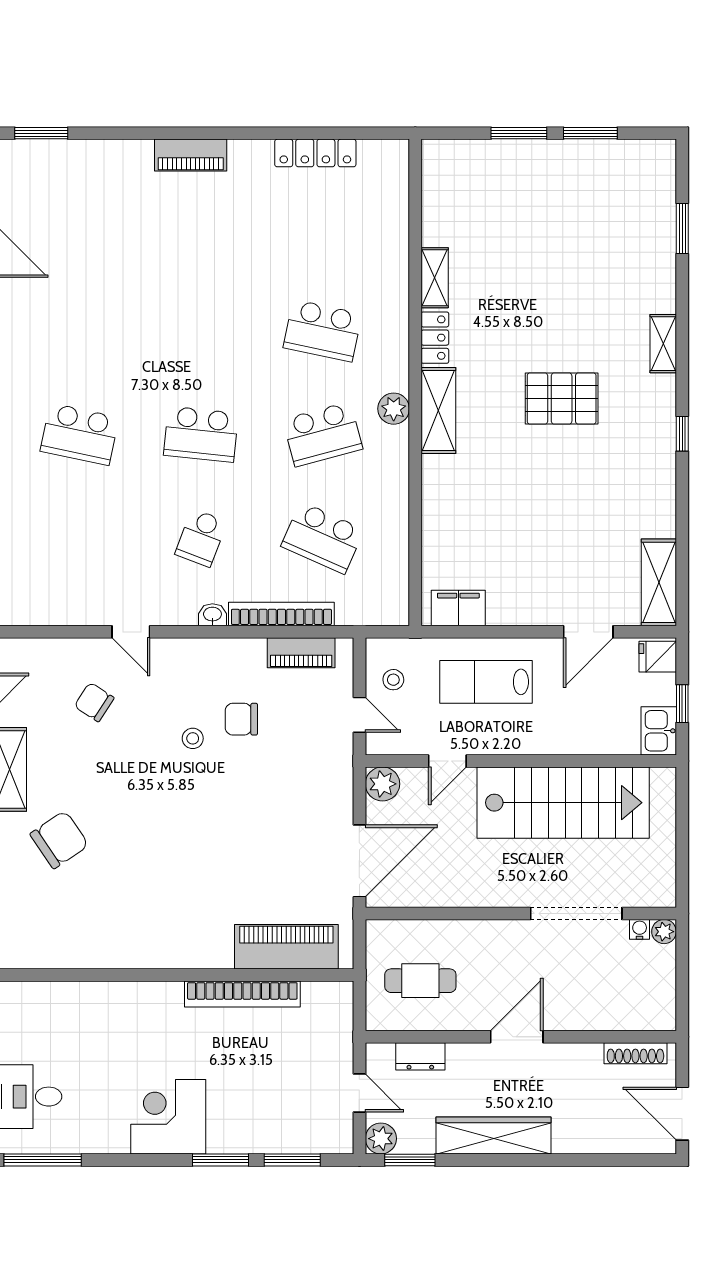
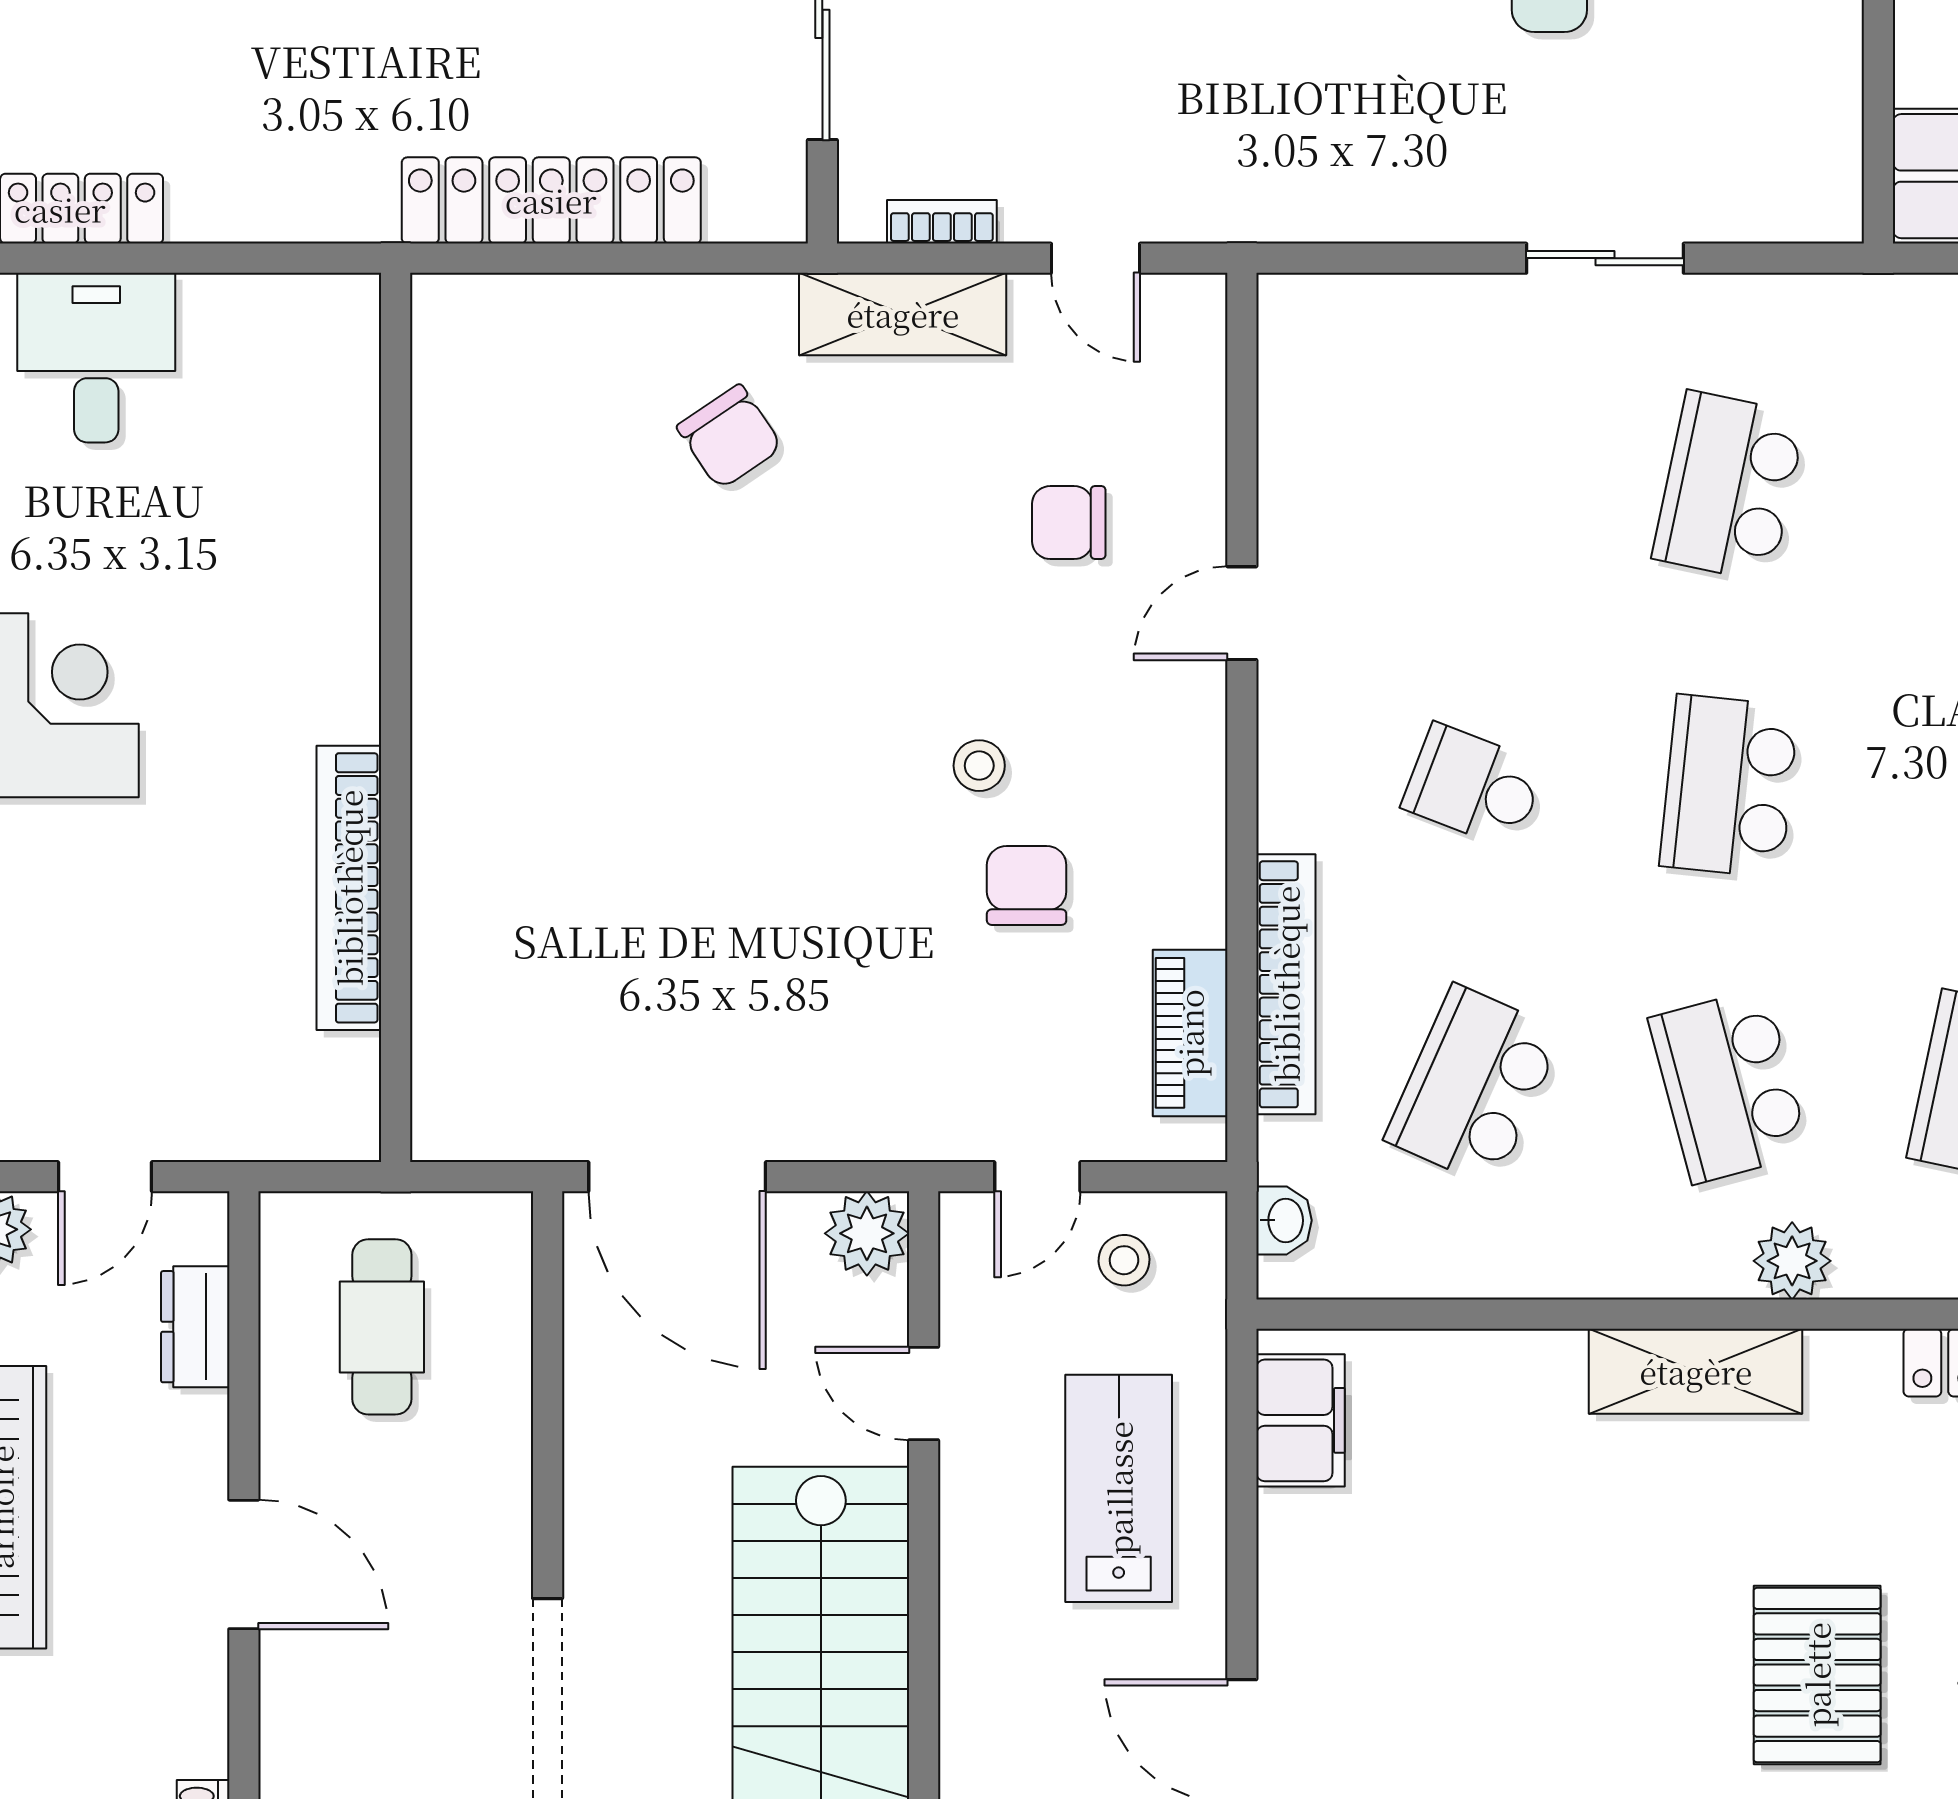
shelving: (438, 411) -> (1696, 1371), moved
washbasin: (212, 615) -> (1284, 1220), moved
chair: (94, 702) -> (1069, 523), turned -123
chair: (59, 840) -> (730, 437), width x0.73, depth x0.73
piano: (286, 947) -> (466, 996), removed

